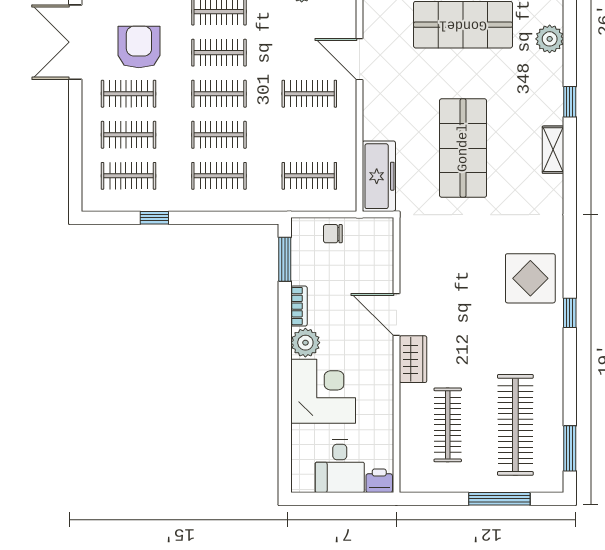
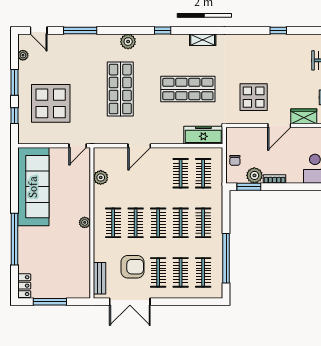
armchair: (139, 47) -> (132, 267), turned 180
clothes rail: (309, 94) -> (181, 173), moved
shelving: (553, 150) -> (203, 40), moved
window: (154, 218) -> (226, 258), width x3.17
display table: (530, 278) -> (254, 97), moved
plant: (305, 343) -> (254, 175), moved

